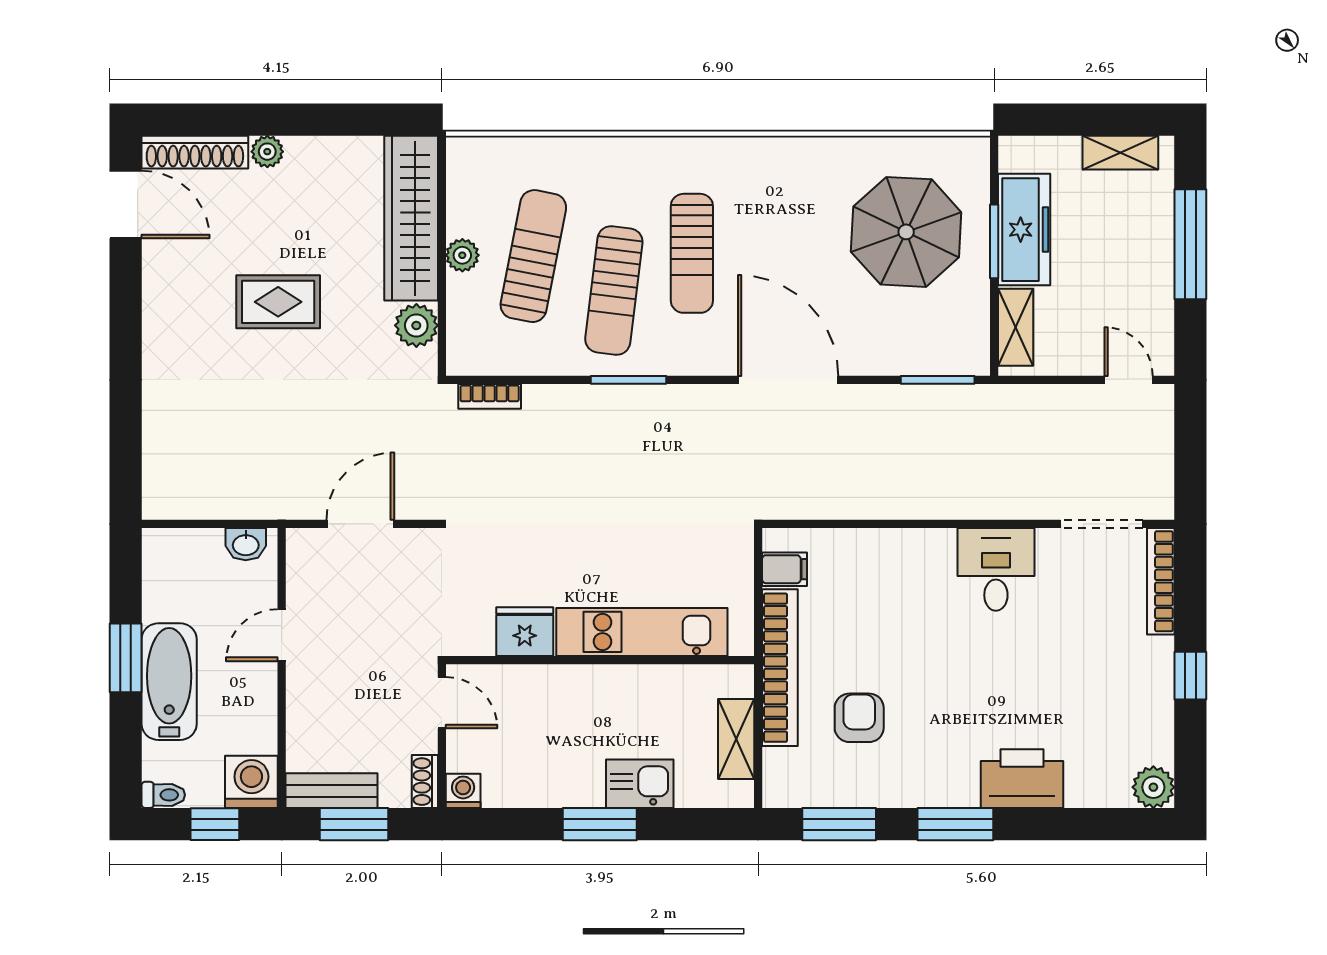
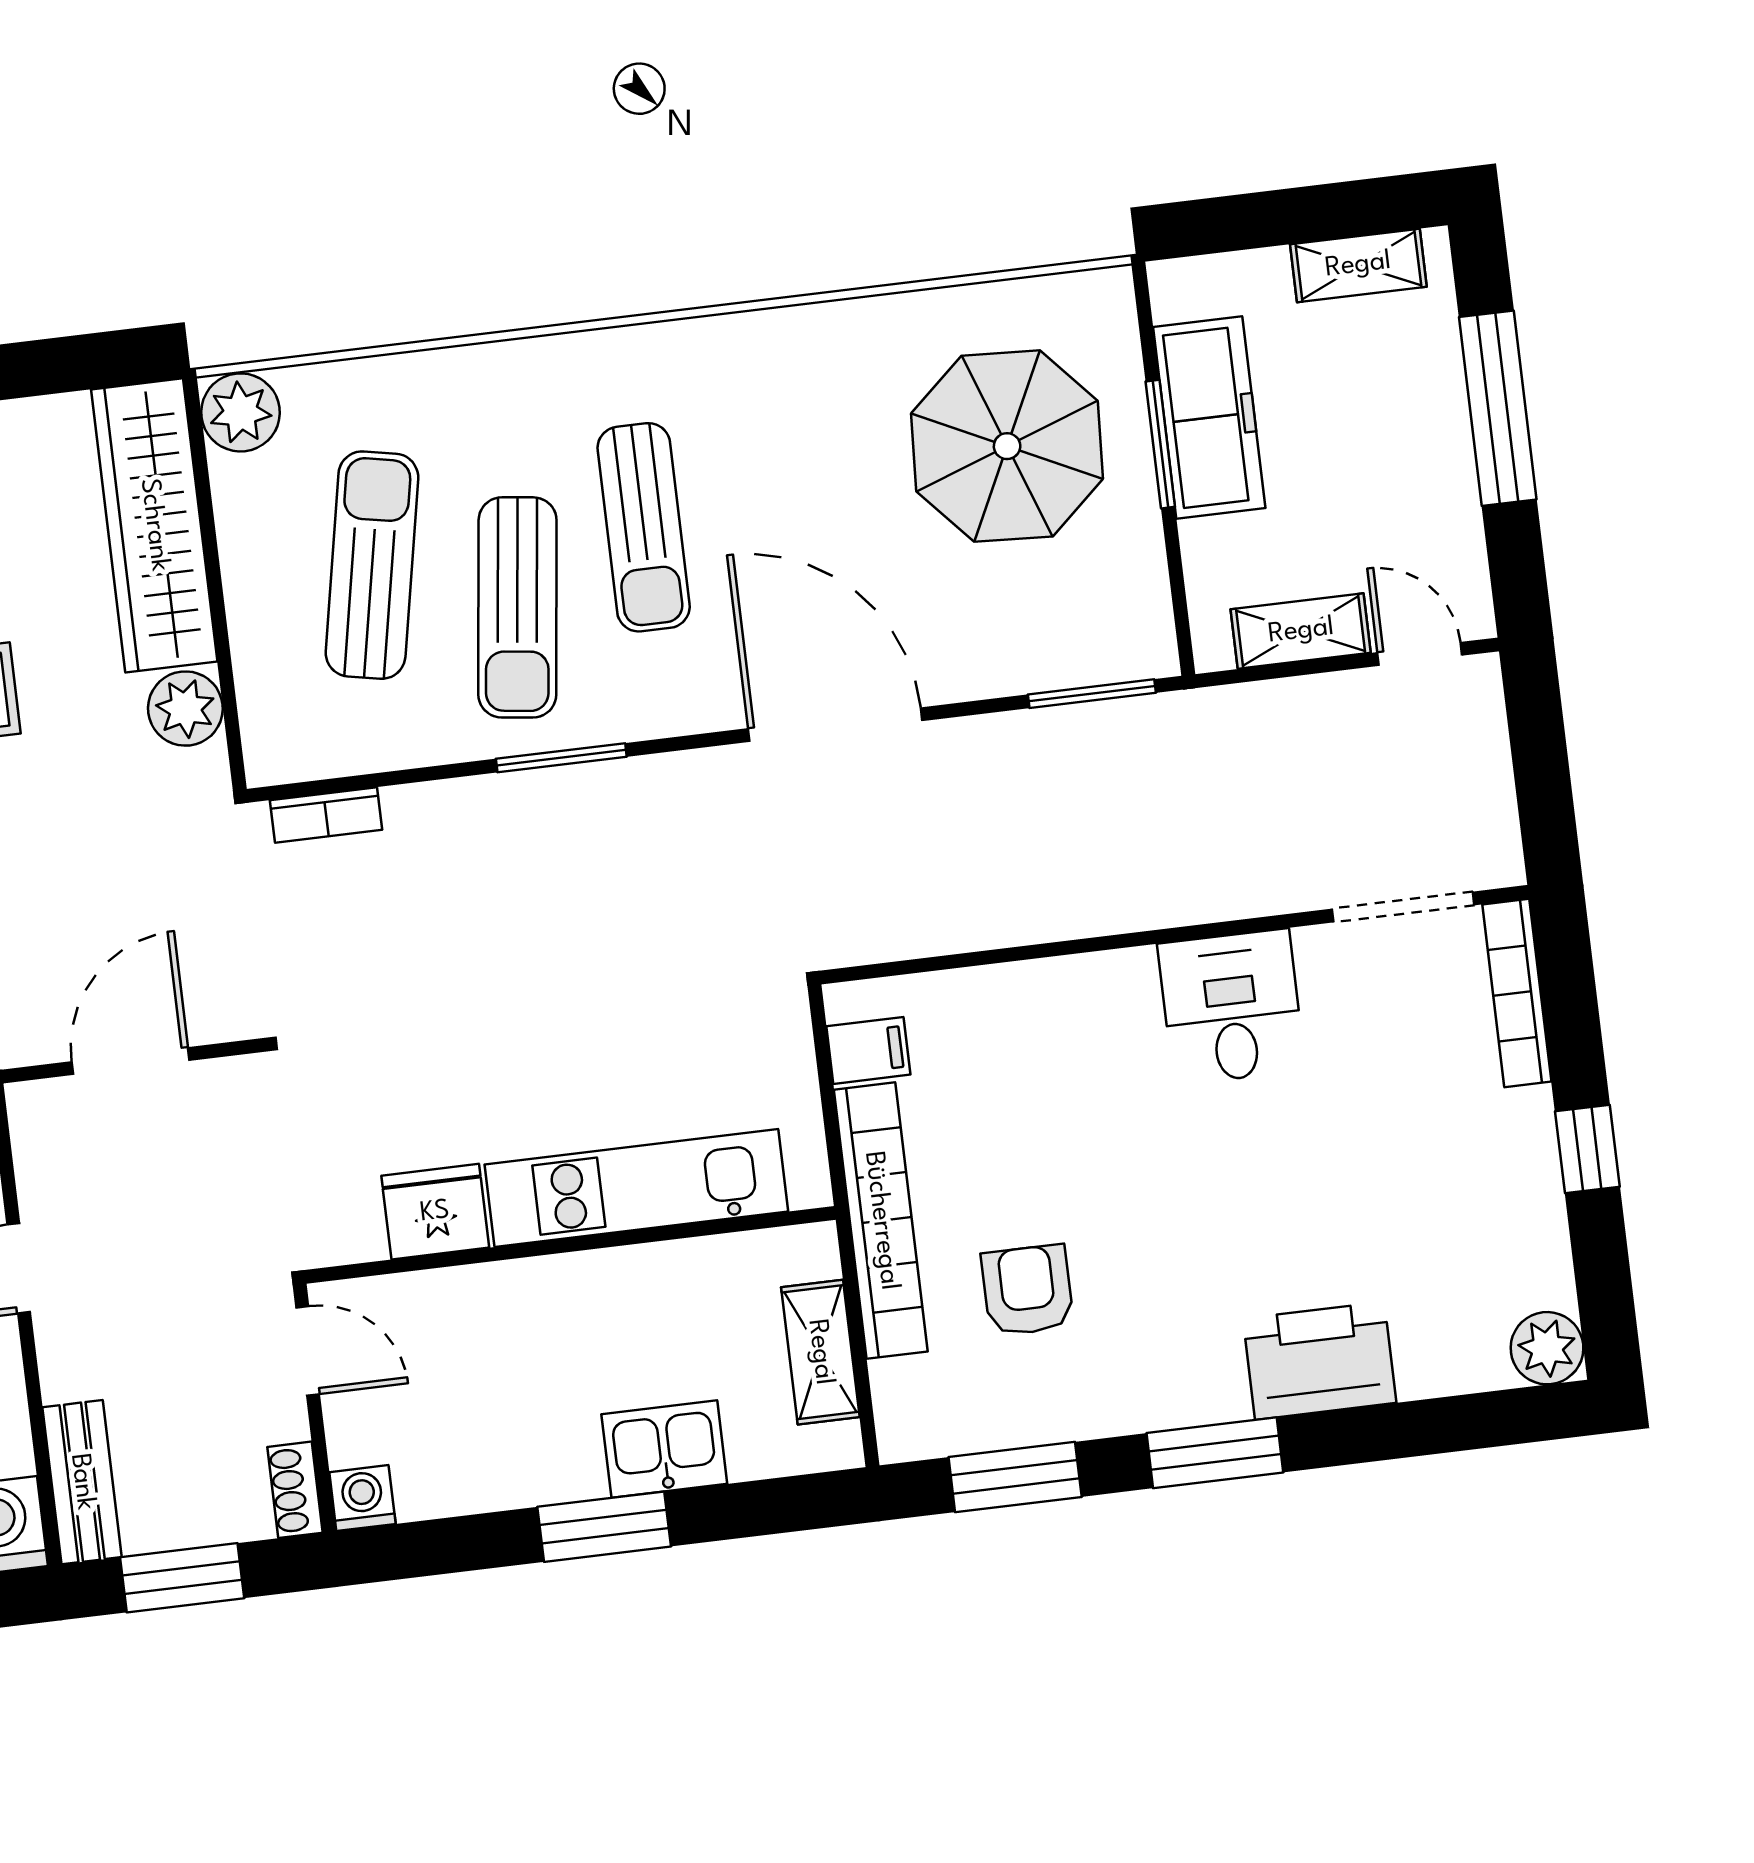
plant: (462, 255) -> (241, 412), moved, width x1.38, depth x1.38
shelving: (1016, 327) -> (1301, 631), moved, turned 90
bench: (332, 791) -> (82, 1482), moved, turned 90

